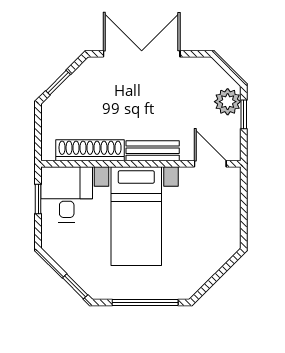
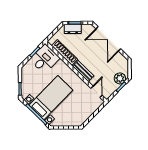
double door: (142, 54) -> (108, 39), swing flipped
dresser: (64, 96) -> (73, 29), added
bed with nightstands: (136, 216) -> (51, 98), moved, turned 180

